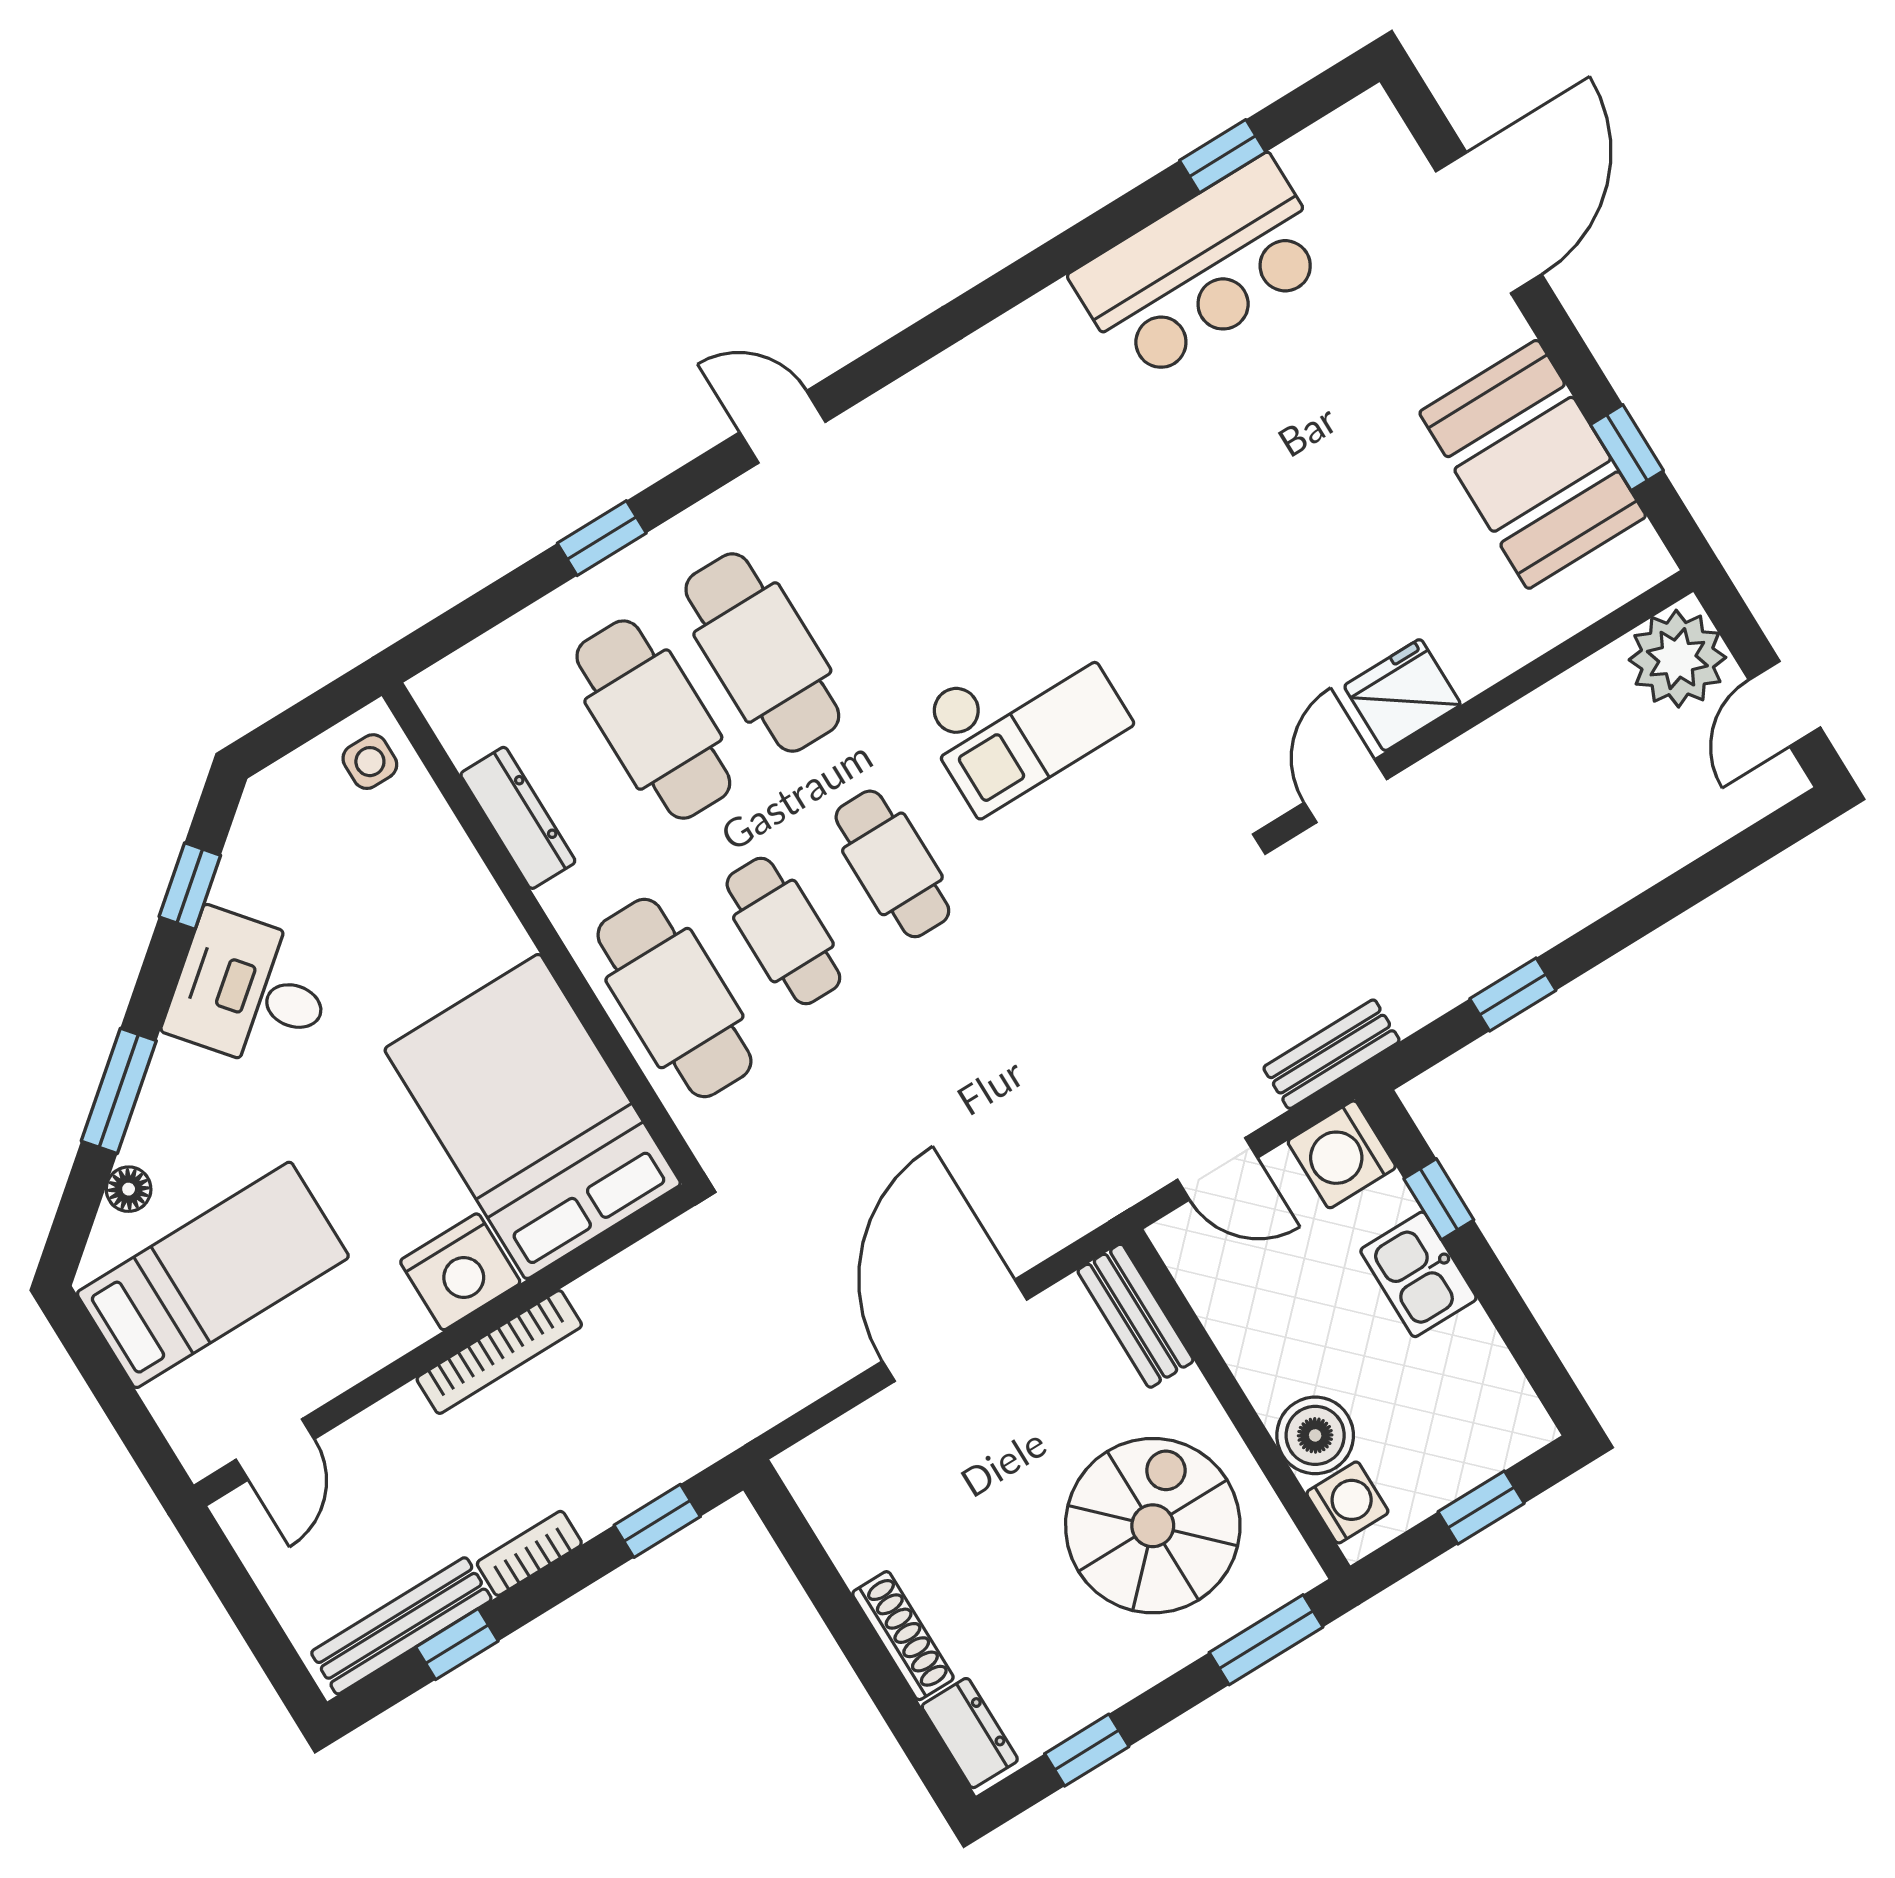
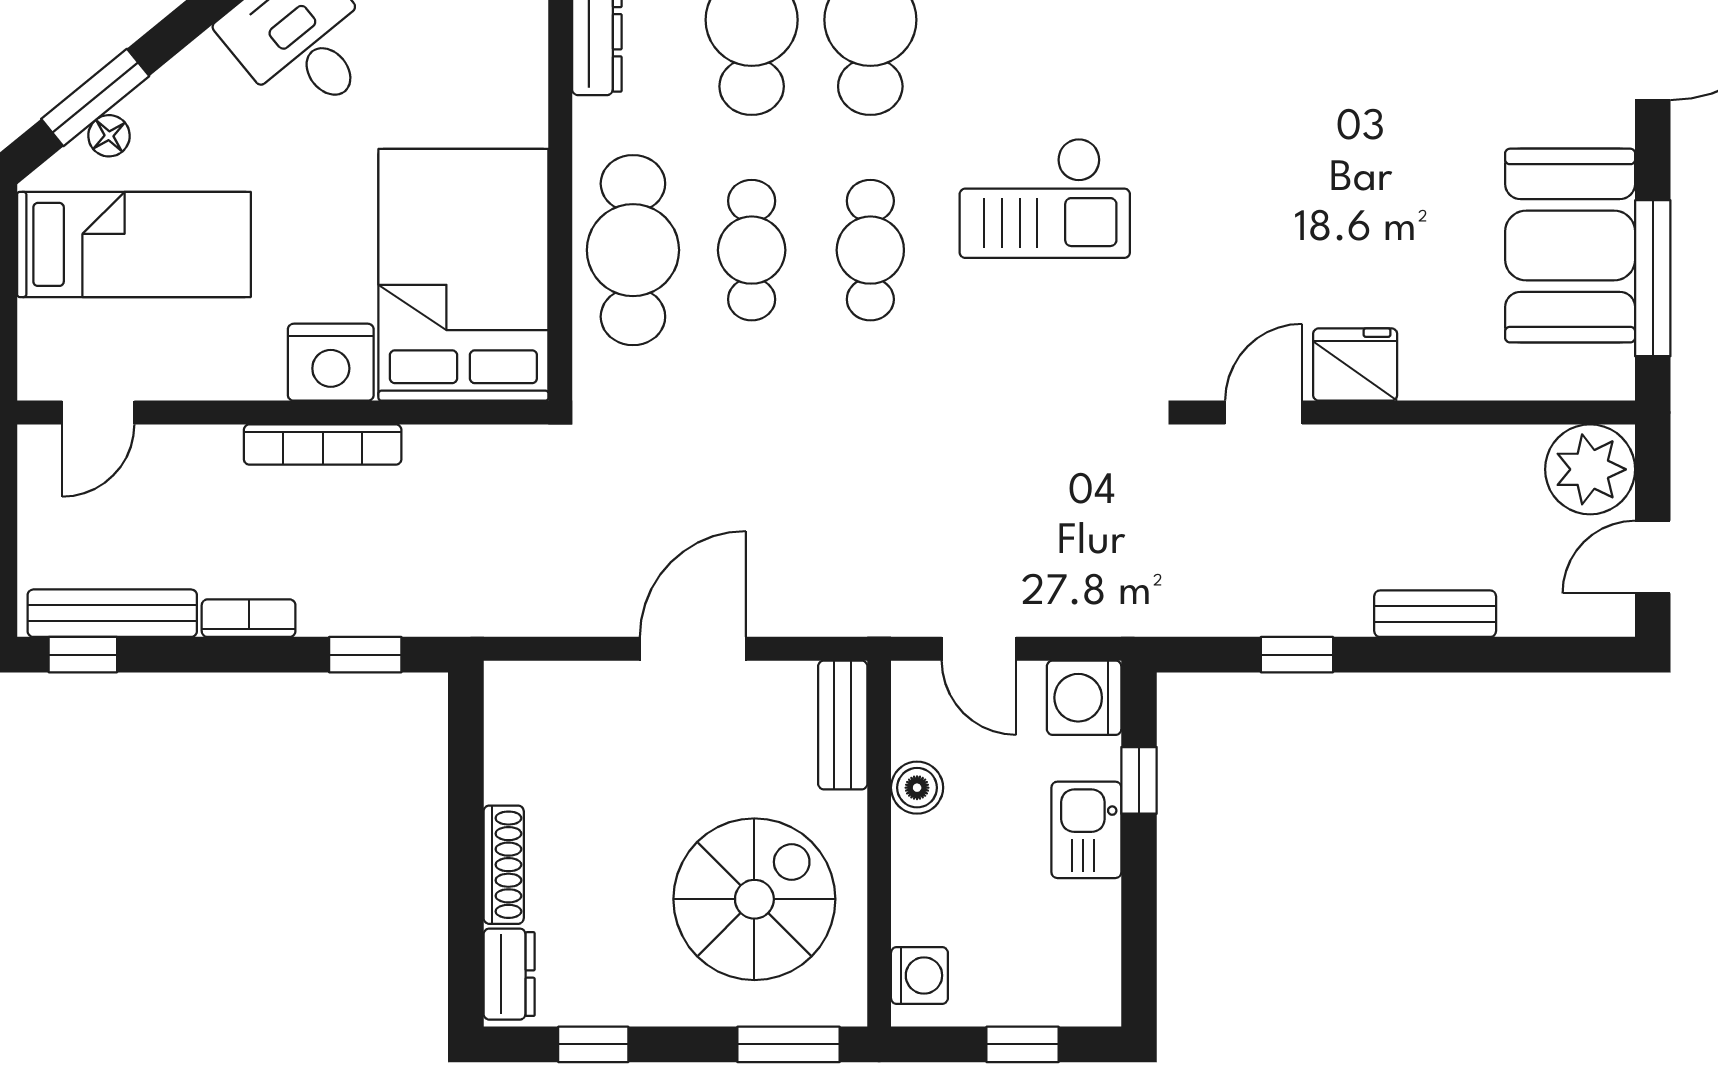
window: (1627, 448) -> (1653, 278), width x2.17
bench: (1331, 1054) -> (1435, 614), moved
window: (119, 1091) -> (95, 97), moved
door: (955, 1330) -> (693, 649), width x0.73
boiler: (1315, 1435) -> (917, 788), moved, width x0.73, depth x0.73
window: (457, 1644) -> (83, 655), moved

